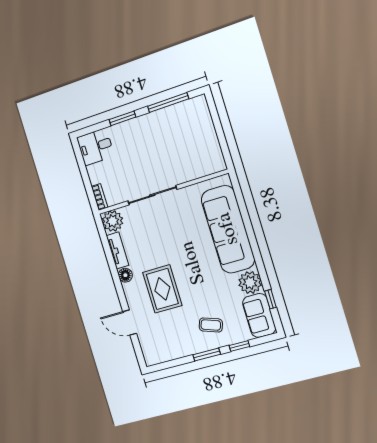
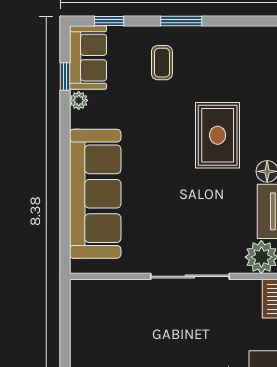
plant: (250, 283) -> (79, 100), width x0.53, depth x0.53
coffee table: (211, 325) -> (162, 63), turned 71
window: (239, 346) -> (109, 21), moved

